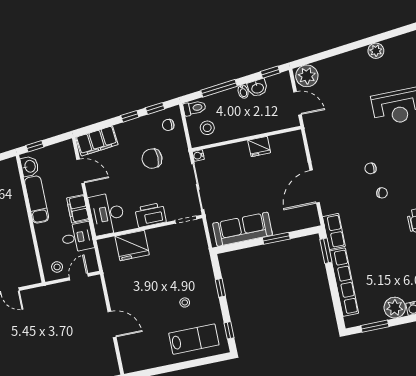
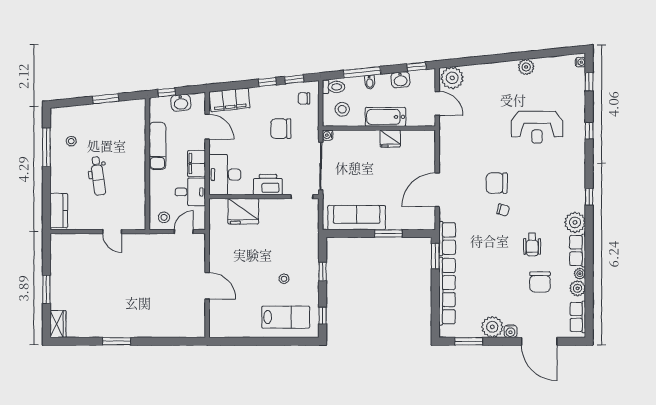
bidet: (243, 92) -> (370, 82), moved
bathtub: (250, 127) -> (385, 117), added
washbasin: (30, 166) -> (181, 103), moved, turned 84
chair: (371, 168) -> (497, 183), width x1.87, depth x1.87

